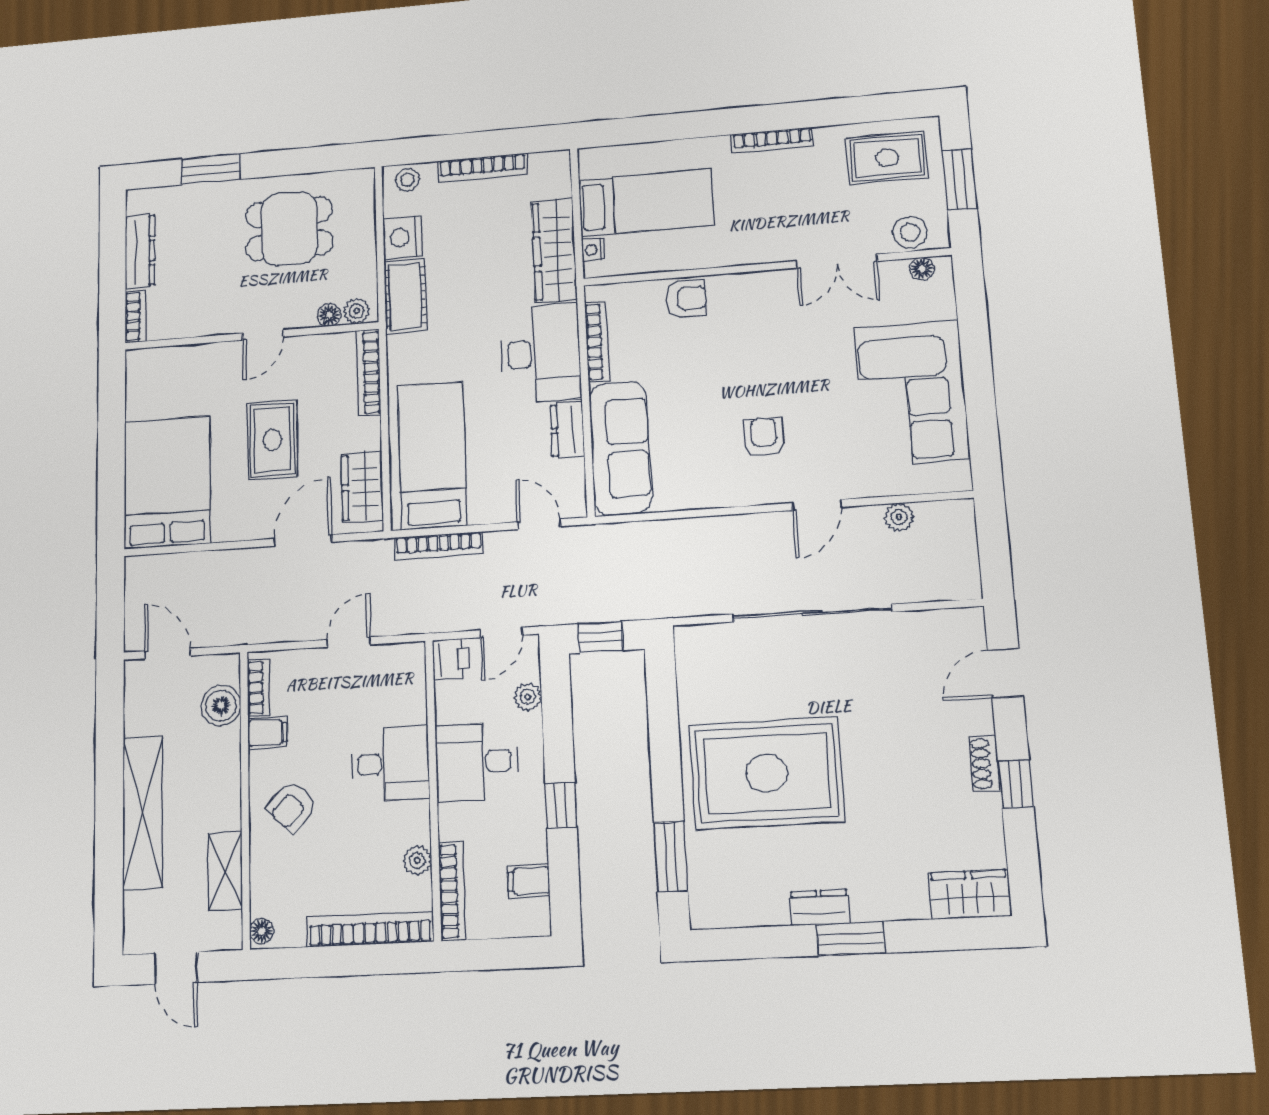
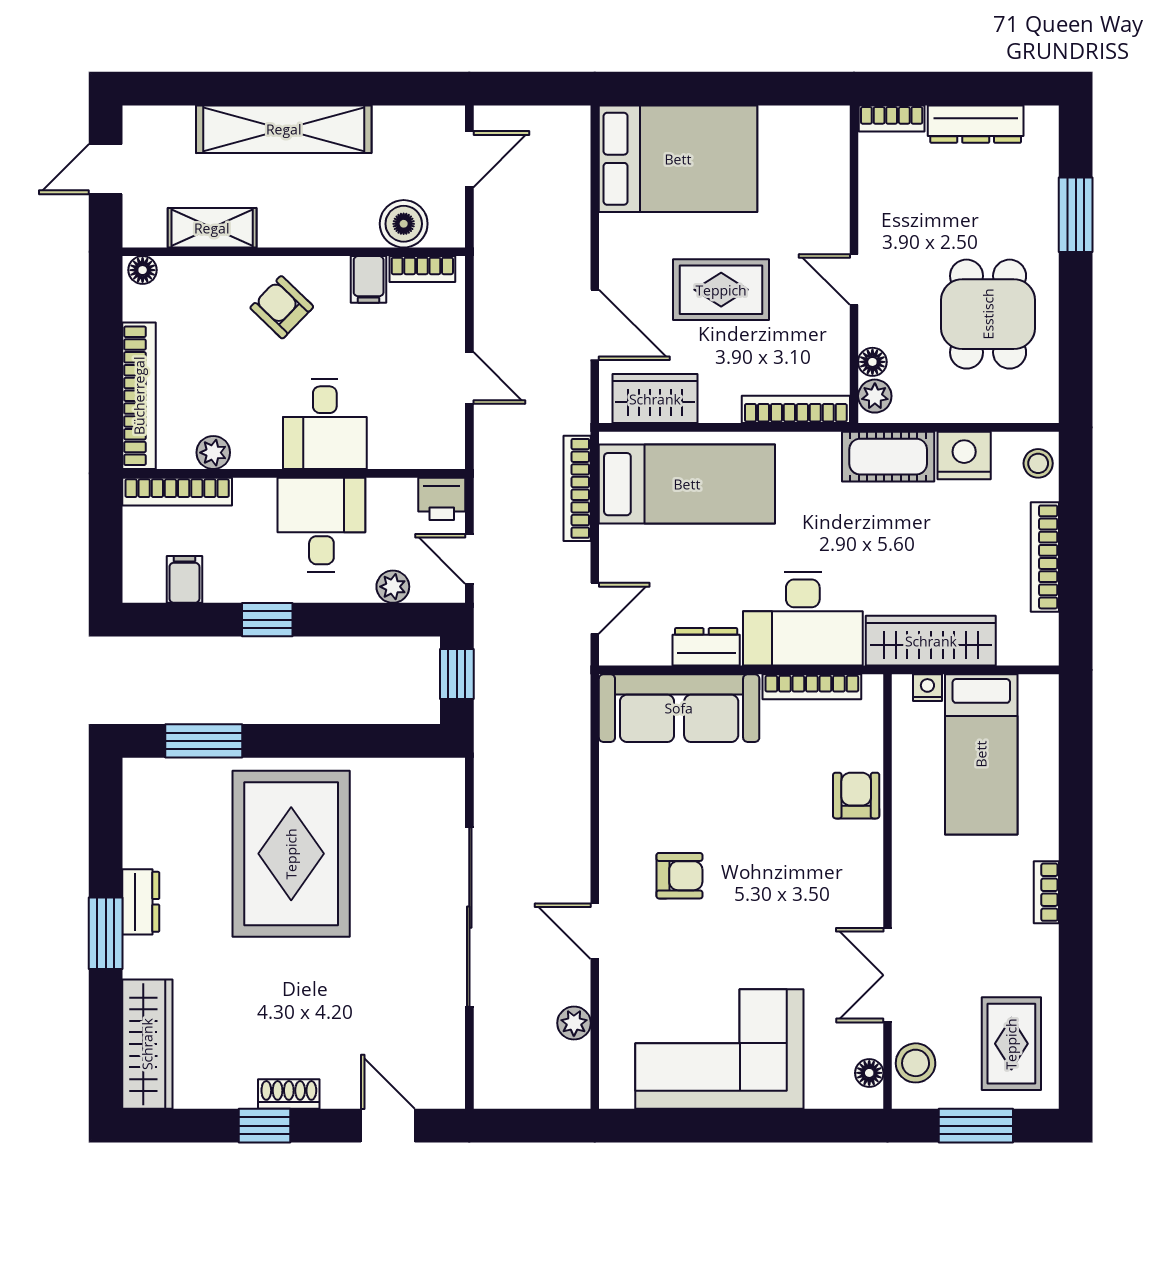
bookcase: (772, 140) -> (1046, 892), width x0.64
armchair: (686, 299) -> (856, 796), turned 180
wardrobe: (970, 894) -> (147, 1044), width x1.50

